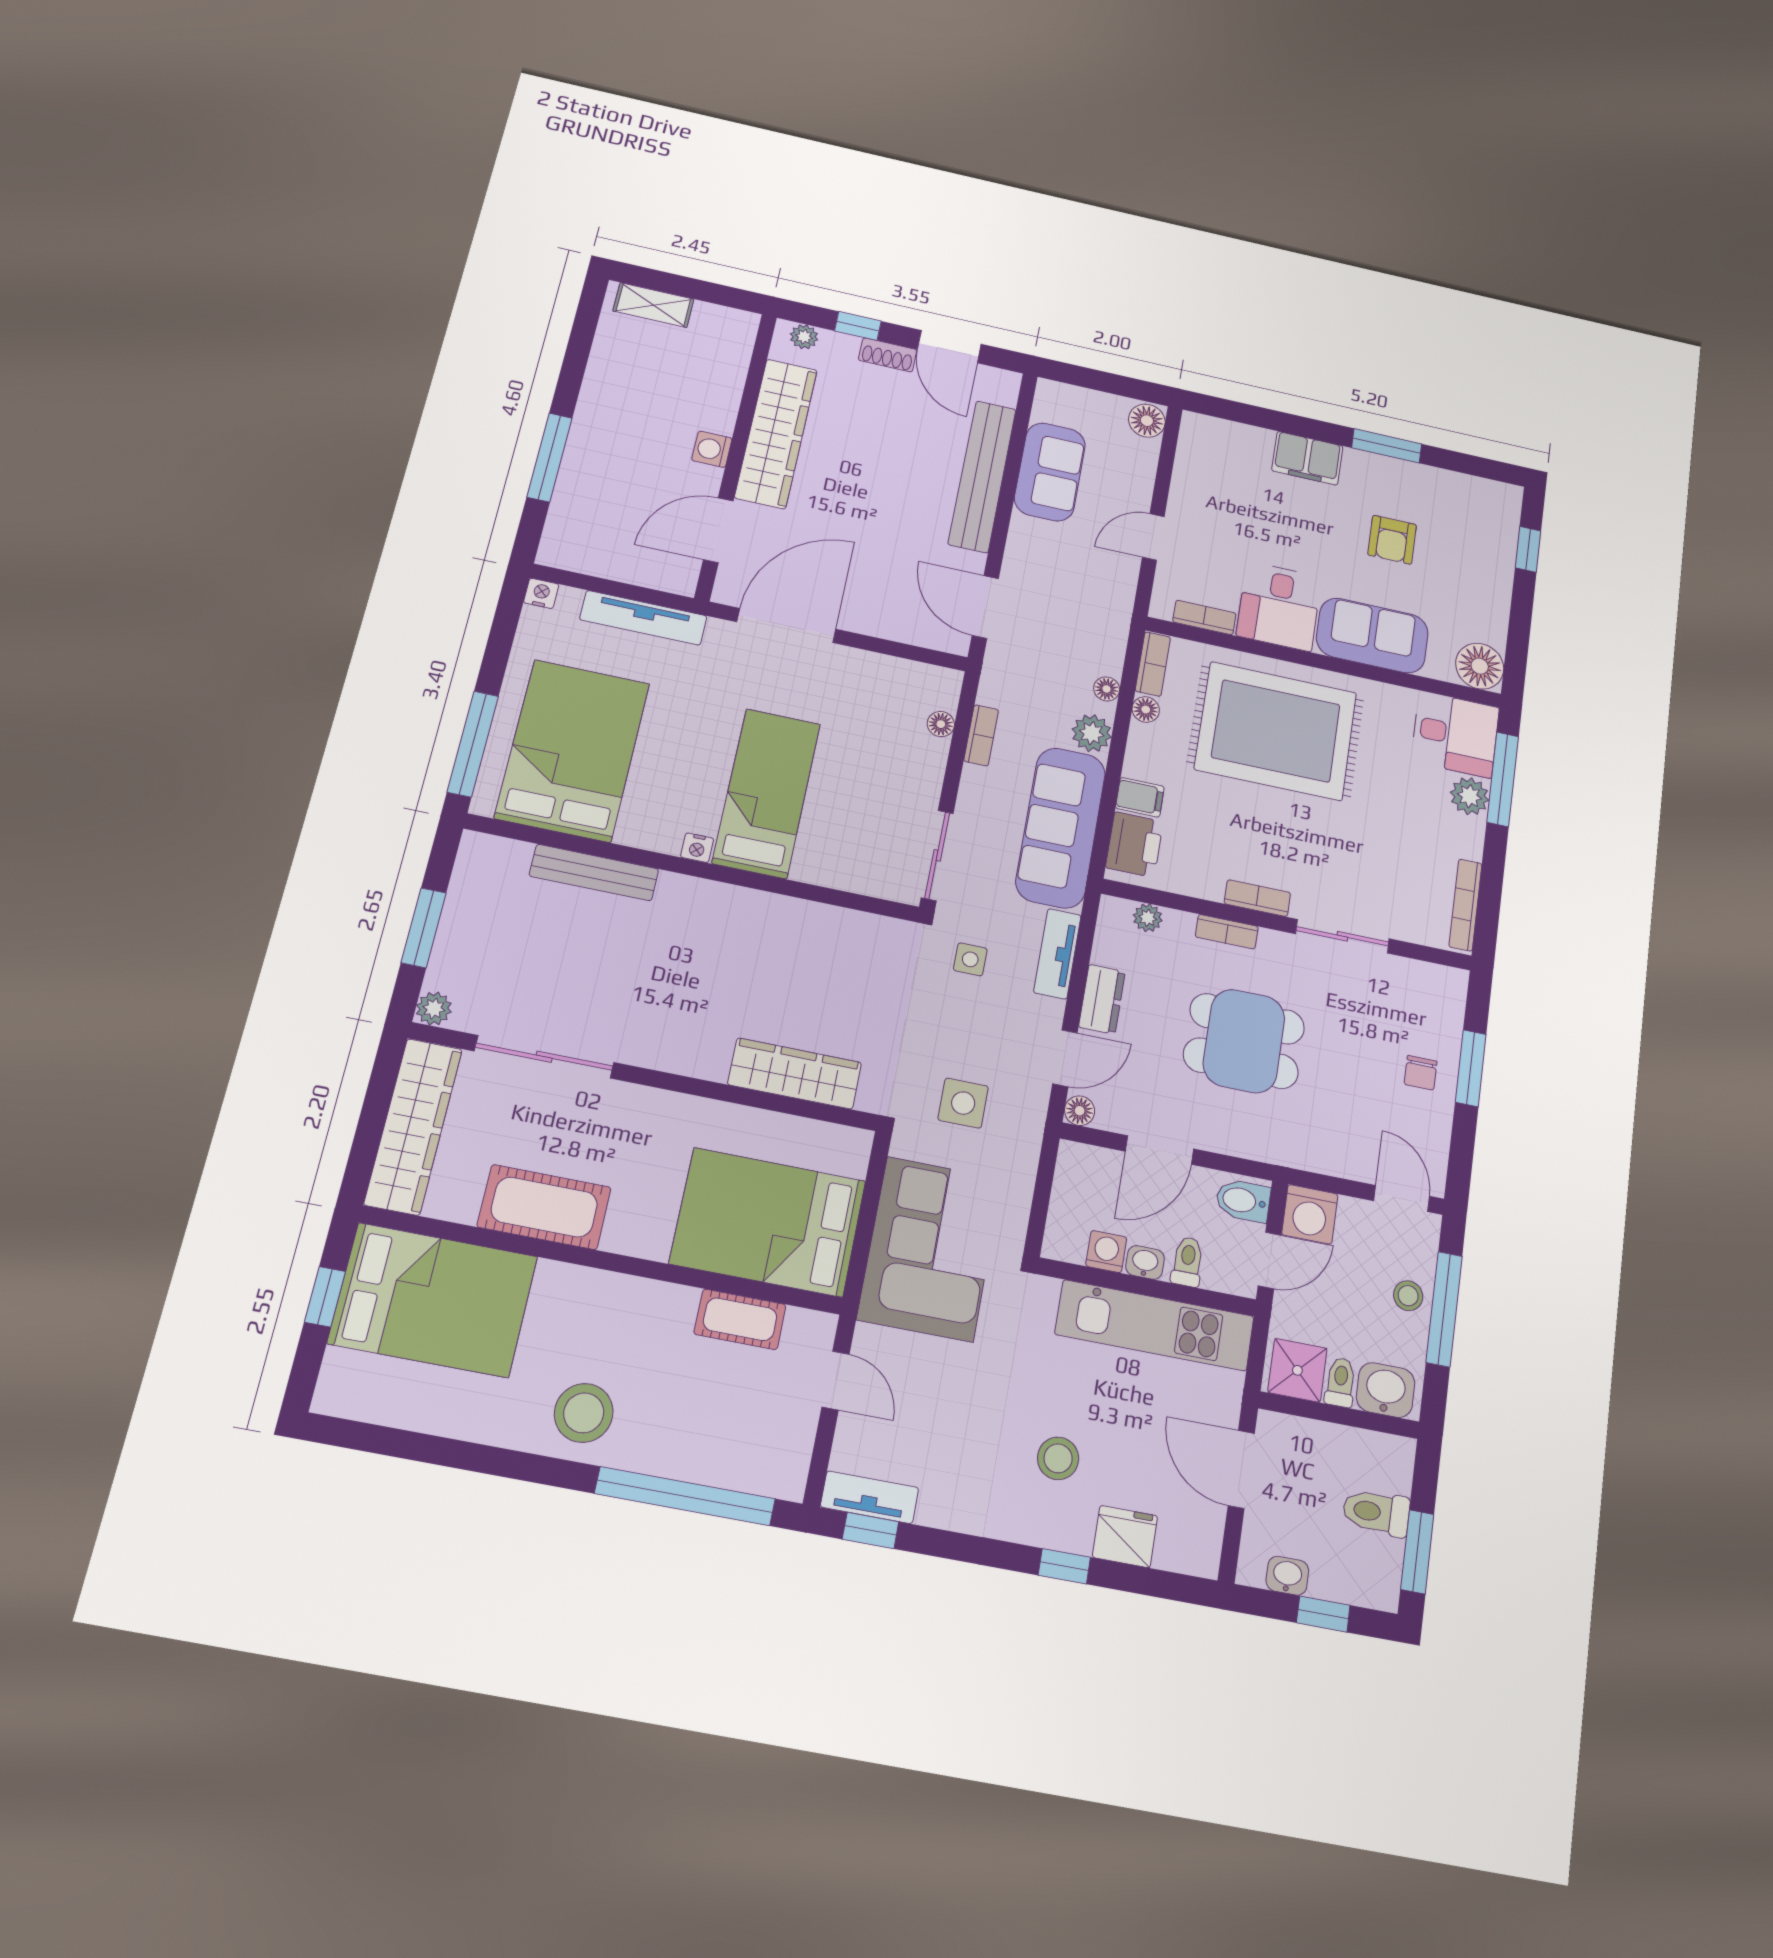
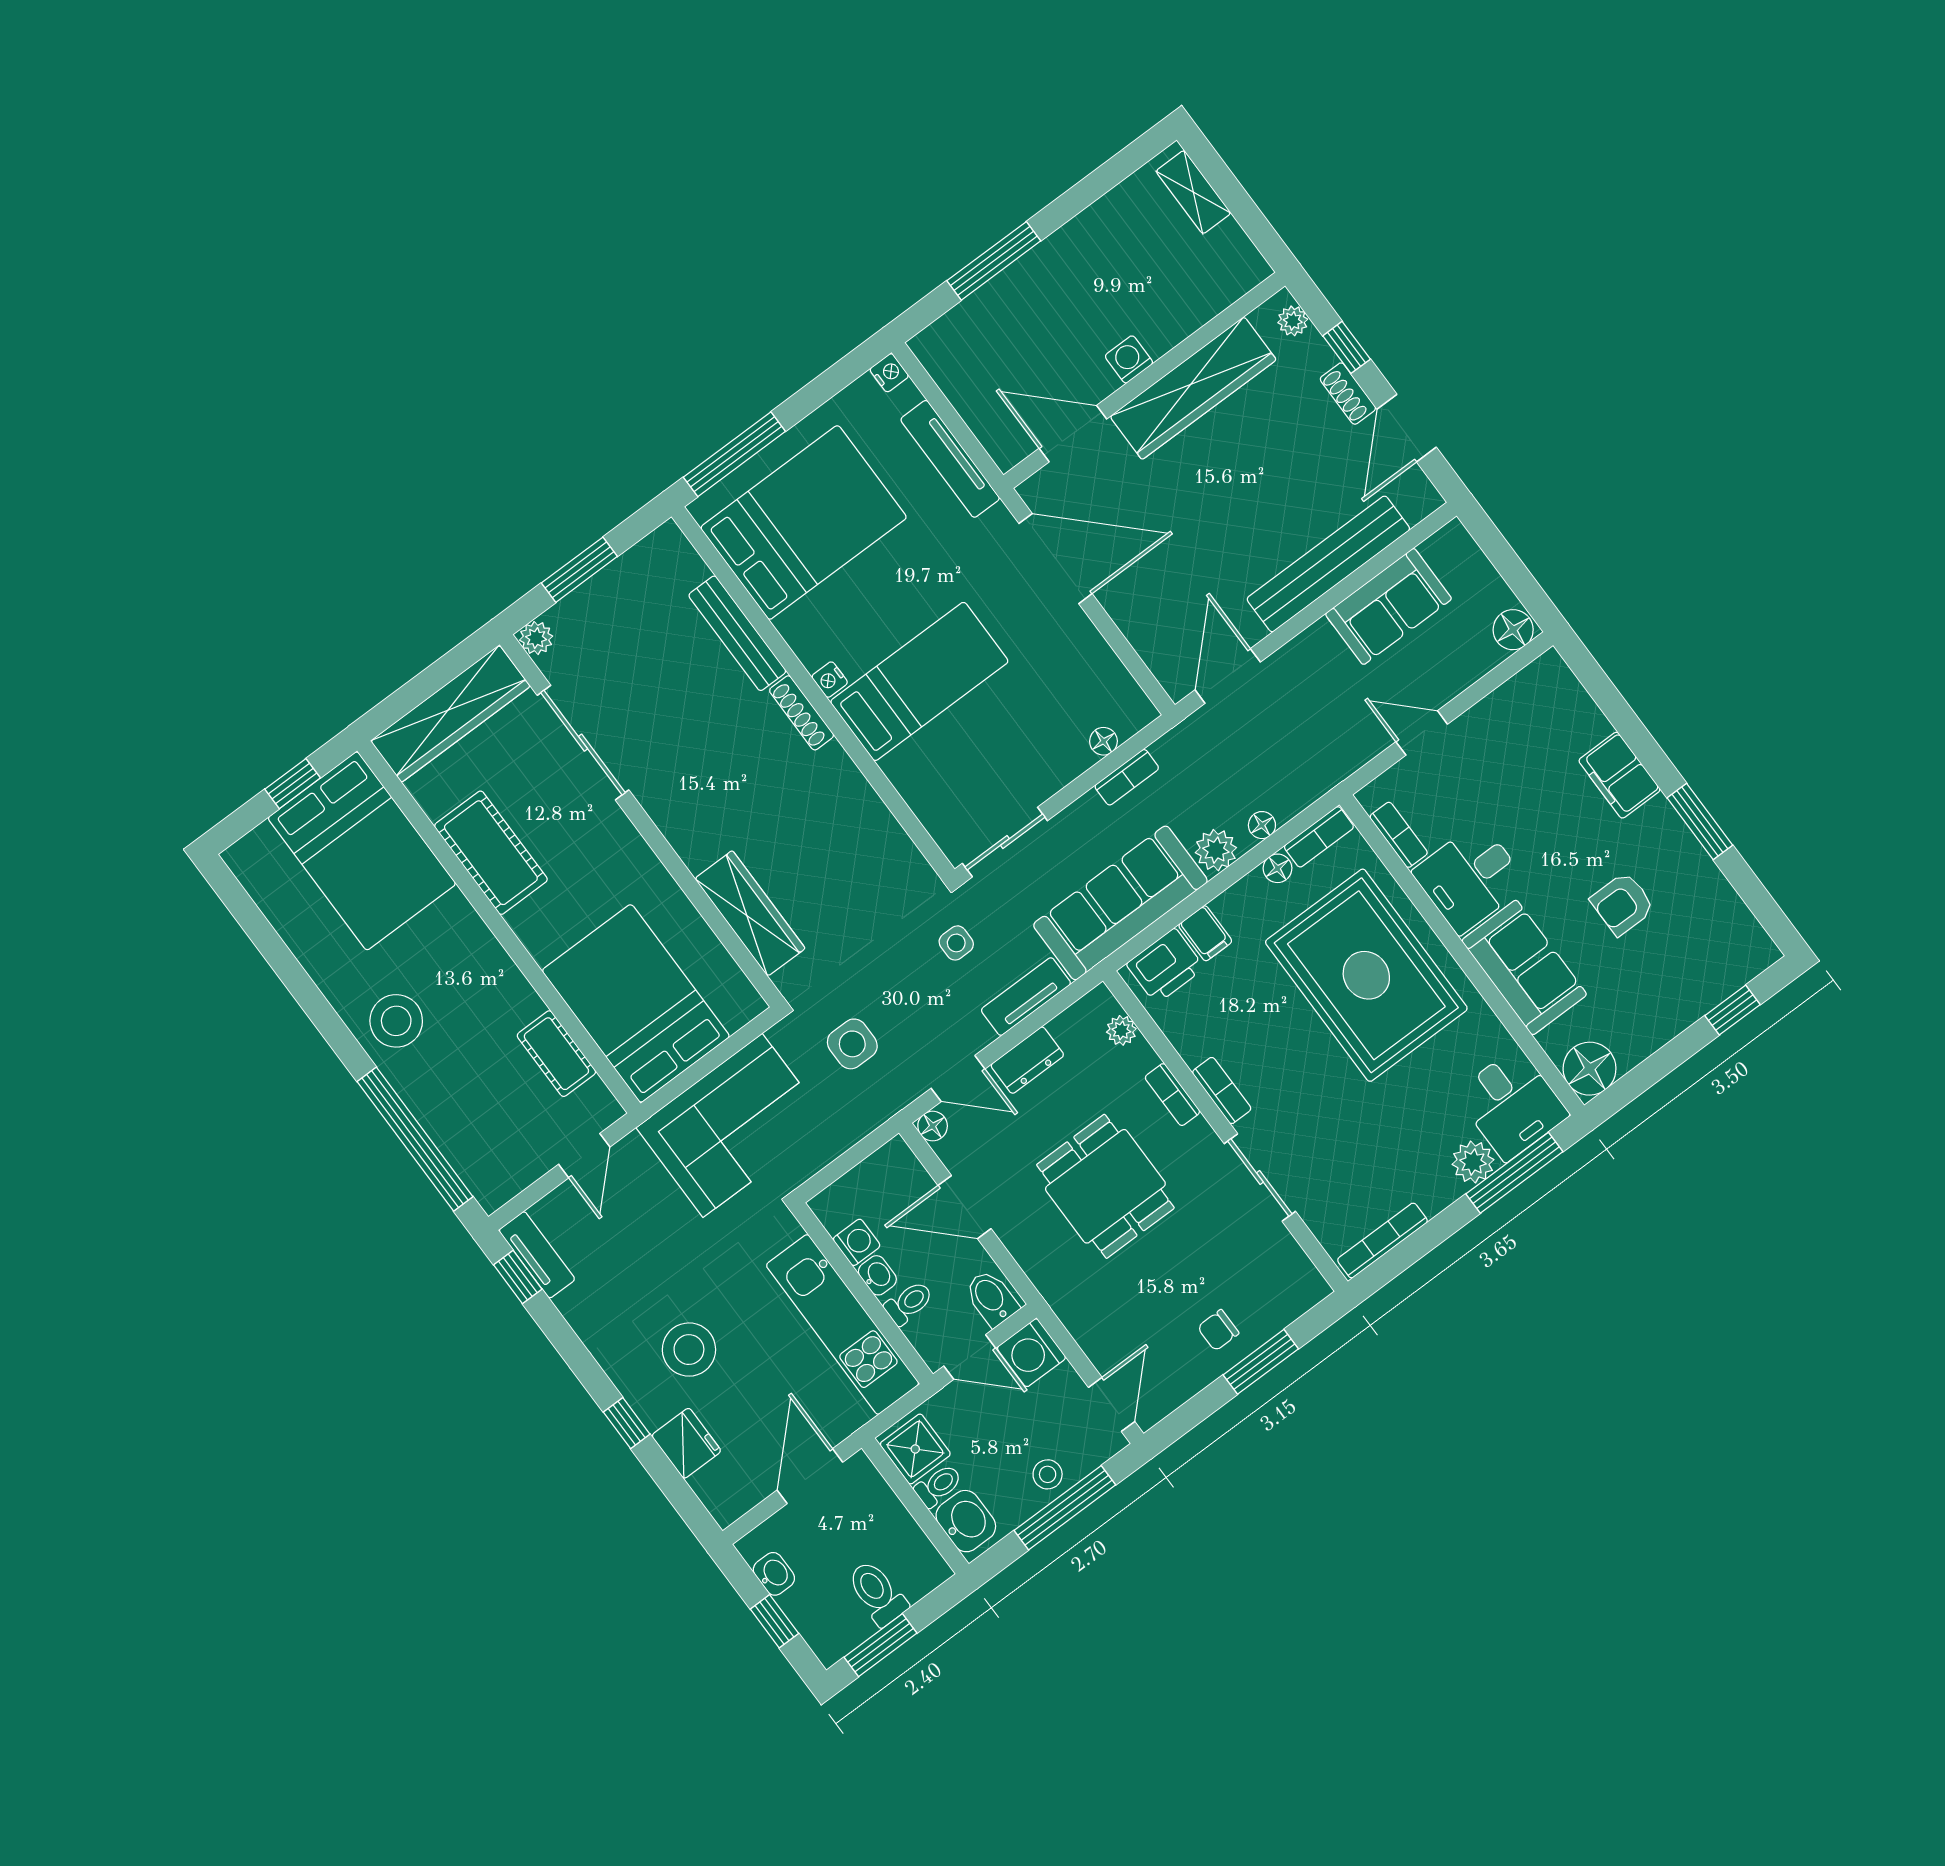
shoe rack: (698, 890) -> (802, 713), added
stool: (1058, 1458) -> (689, 1350), width x1.38, depth x1.38

